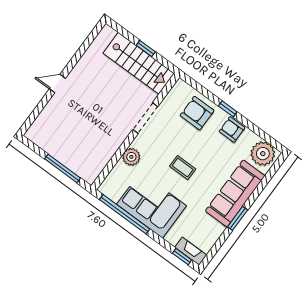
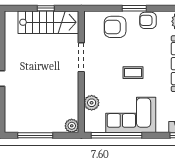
window: (228, 109) -> (134, 8), width x1.50
plant: (131, 157) -> (92, 103), moved
window: (62, 168) -> (35, 135), moved
plant: (90, 175) -> (72, 126), added

